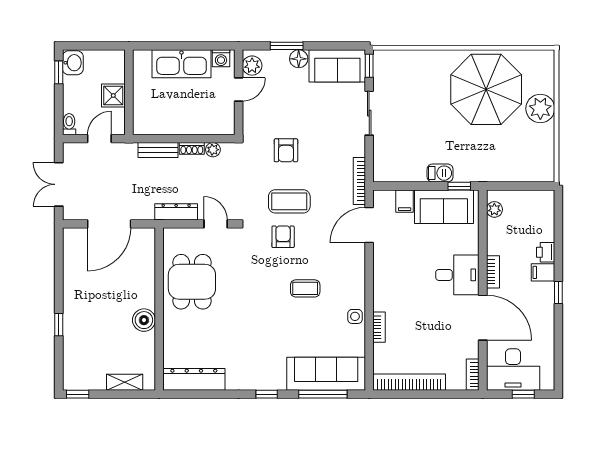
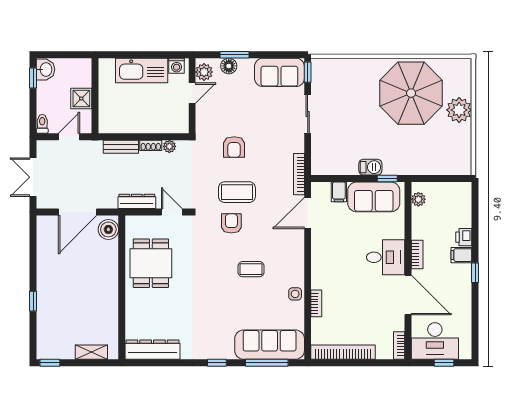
floor lamp: (299, 59) -> (229, 66), moved
boiler: (144, 320) -> (108, 229), moved

